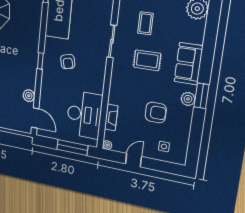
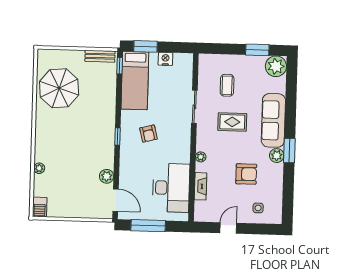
sofa: (189, 64) -> (273, 120), width x1.36
plant: (107, 145) -> (201, 157), moved
window: (72, 147) -> (148, 226), moved

